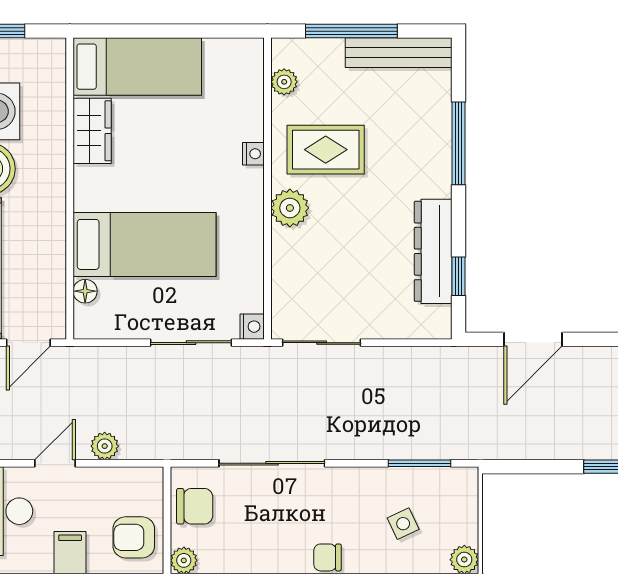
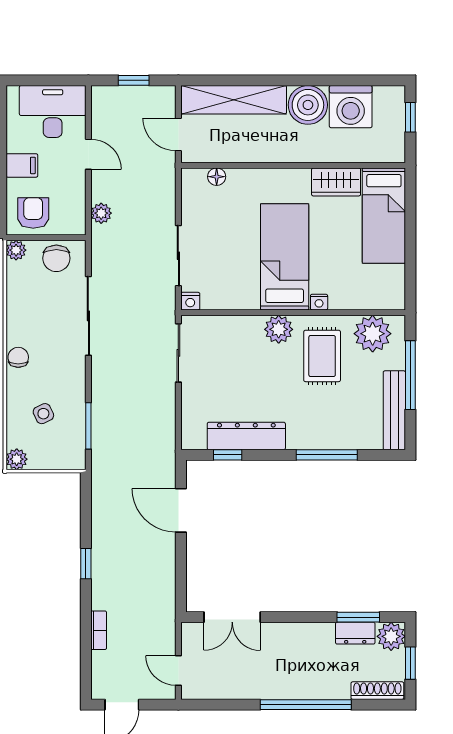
plant: (284, 82) -> (373, 334), width x1.87, depth x1.87
bed: (145, 244) -> (285, 257), moved, turned 180
plant: (105, 446) -> (101, 213), moved

